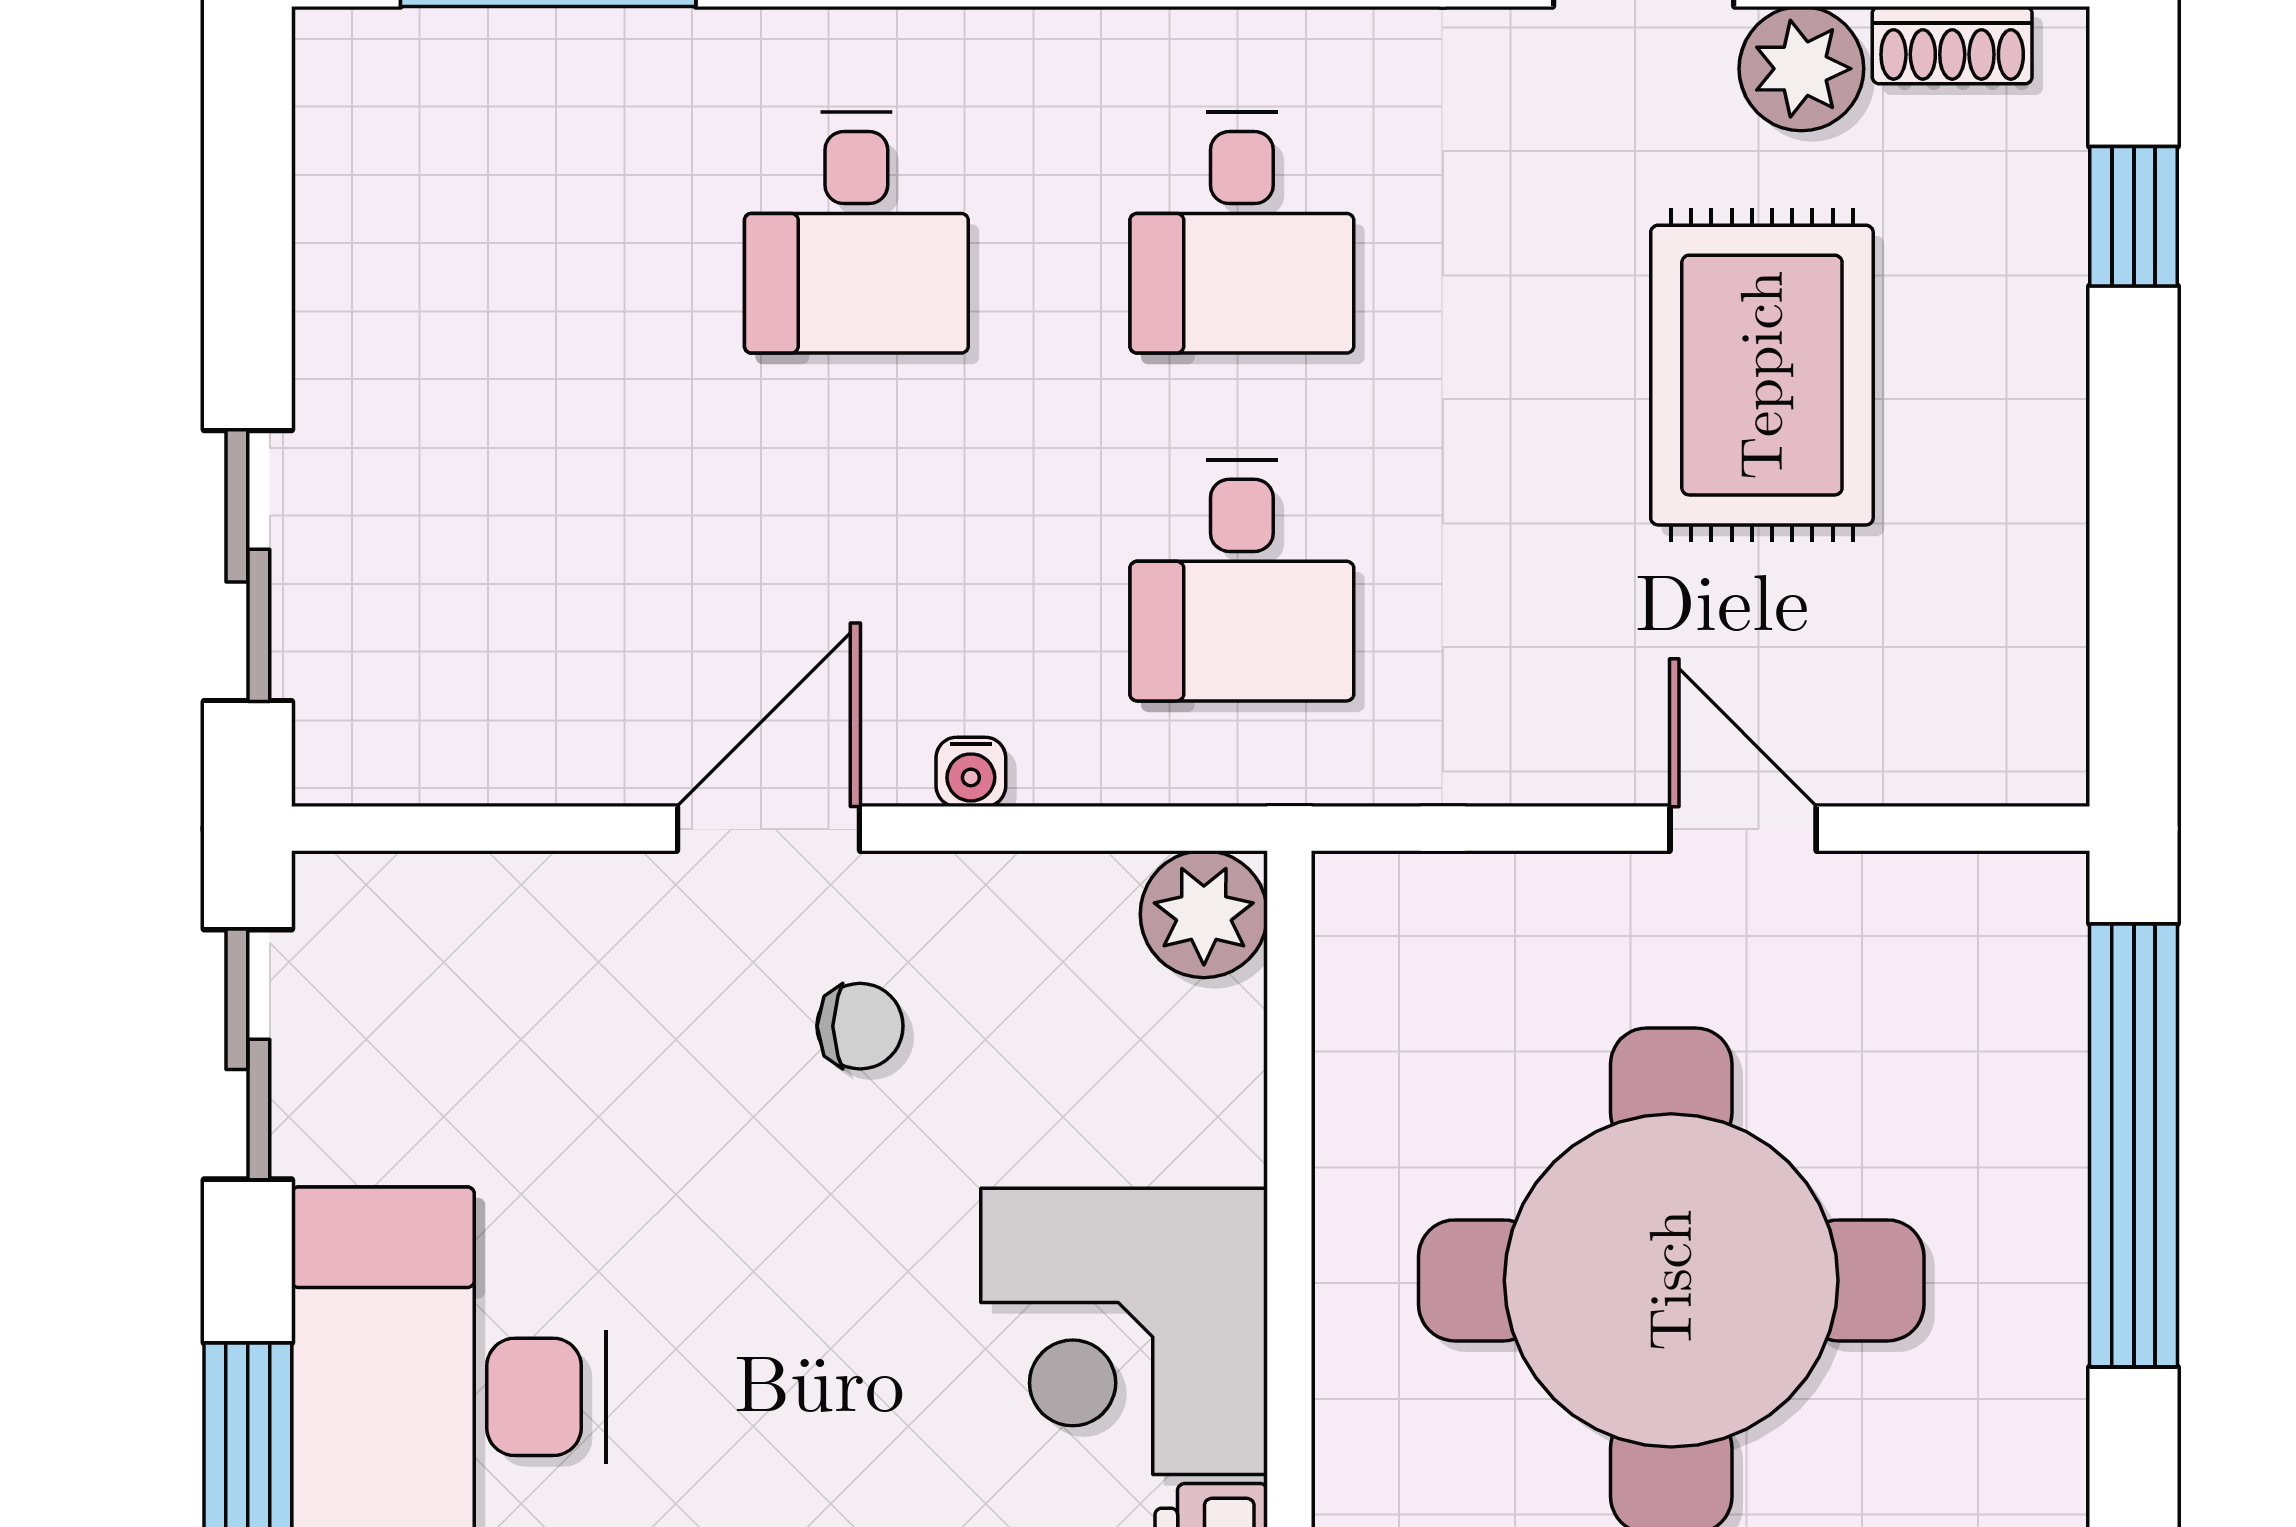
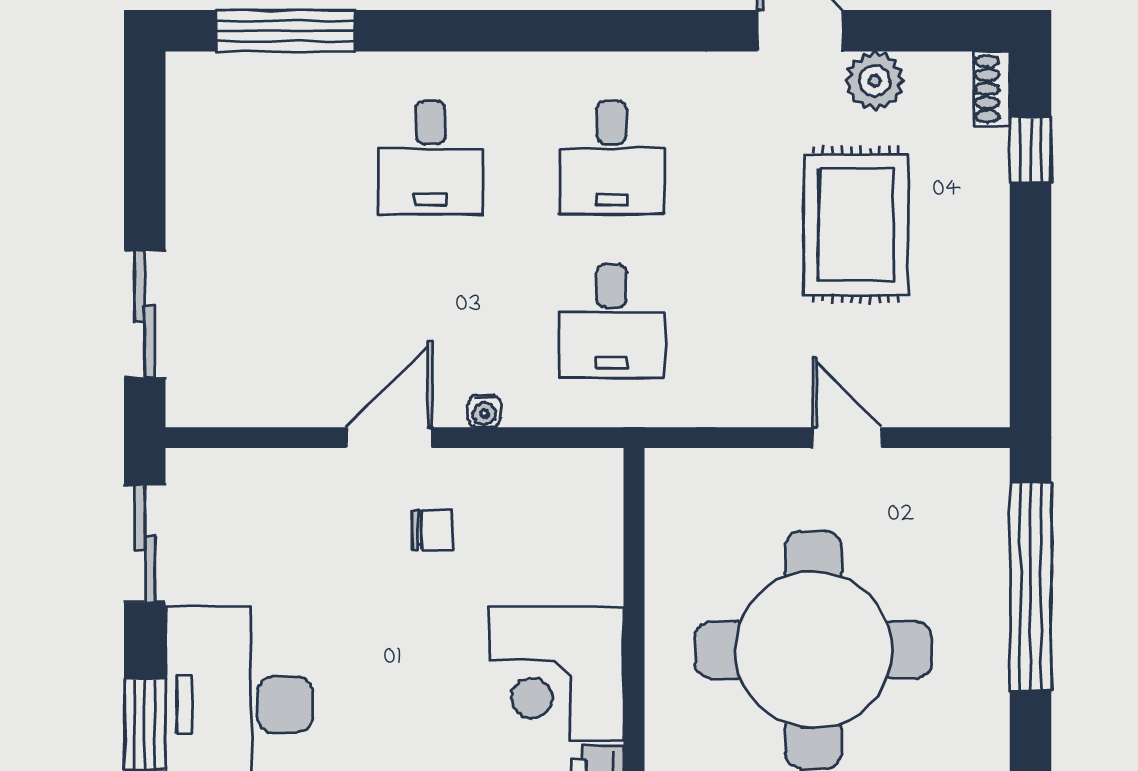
shoe rack: (1952, 45) -> (992, 89), moved, turned 90
plant: (1204, 914) -> (594, 478), removed

